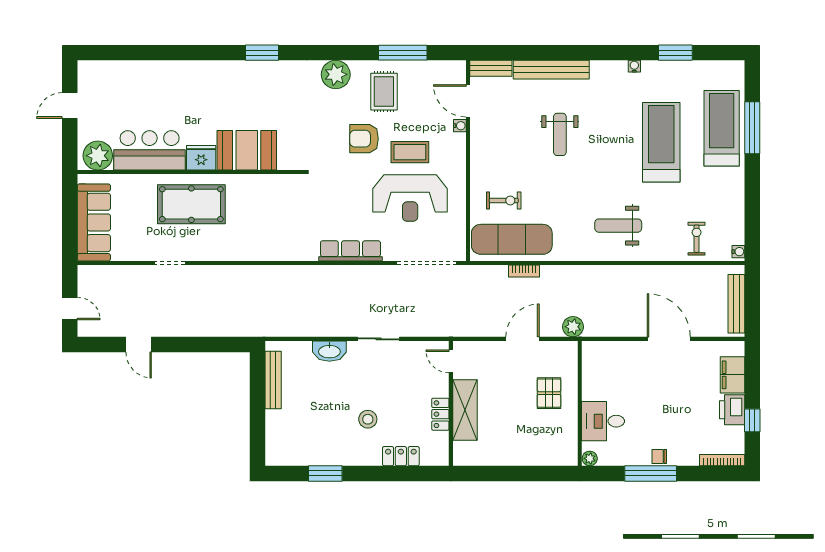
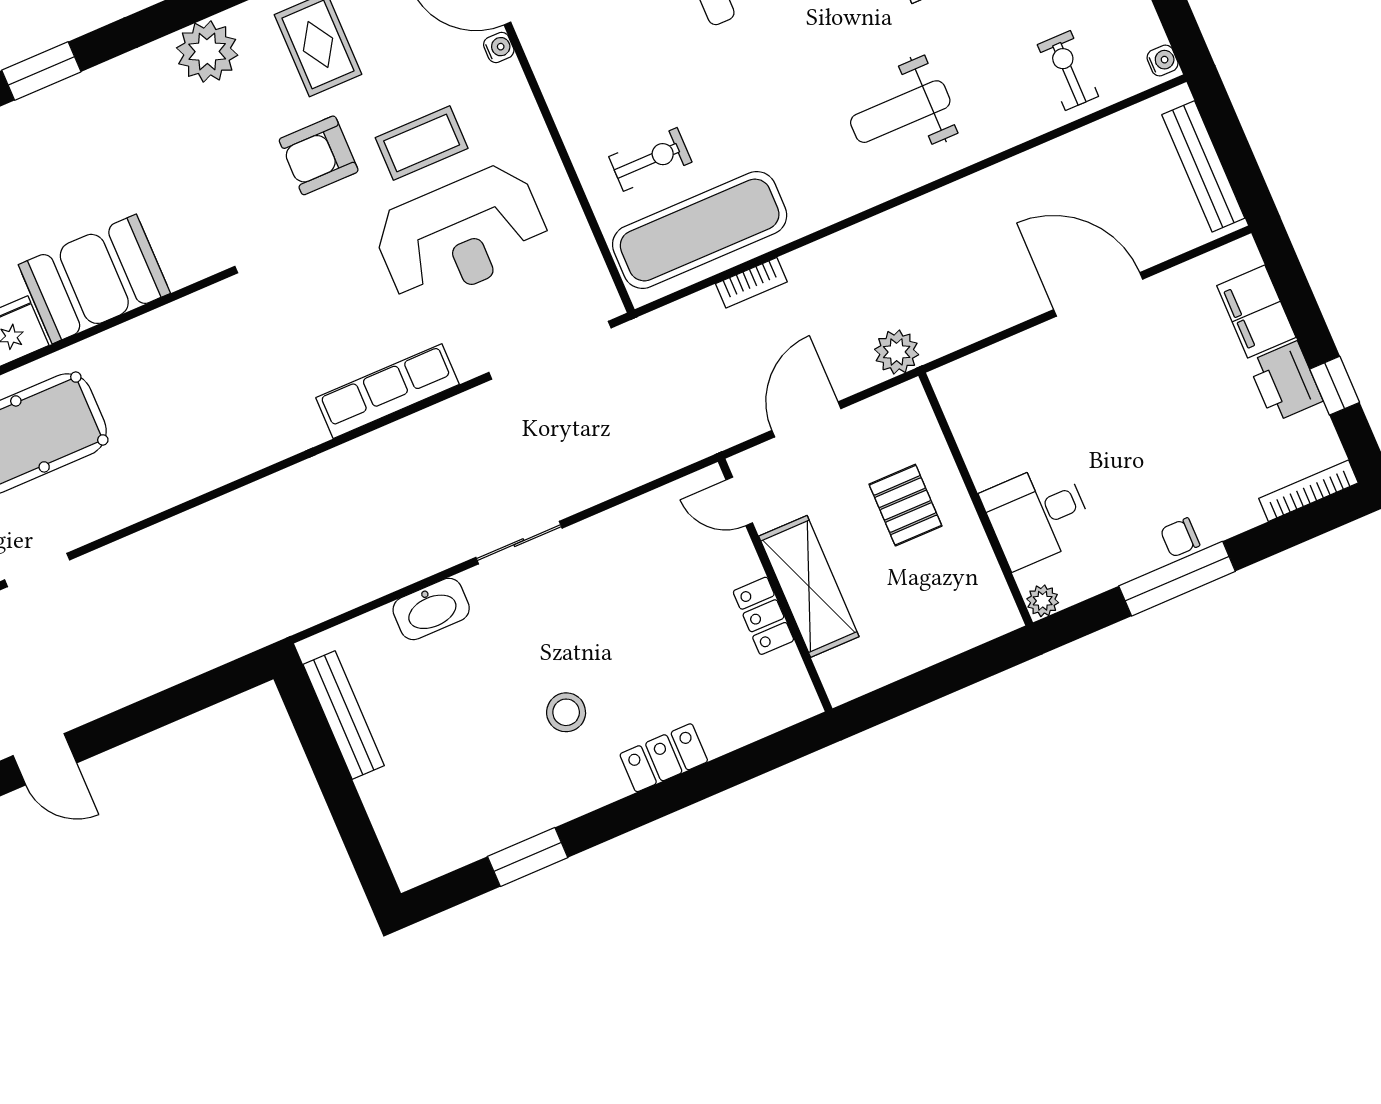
door: (451, 361) -> (739, 501), moved
wall: (451, 403) -> (775, 585), moved
shelving: (465, 410) -> (809, 586), moved
locker: (440, 414) -> (763, 616), moved

